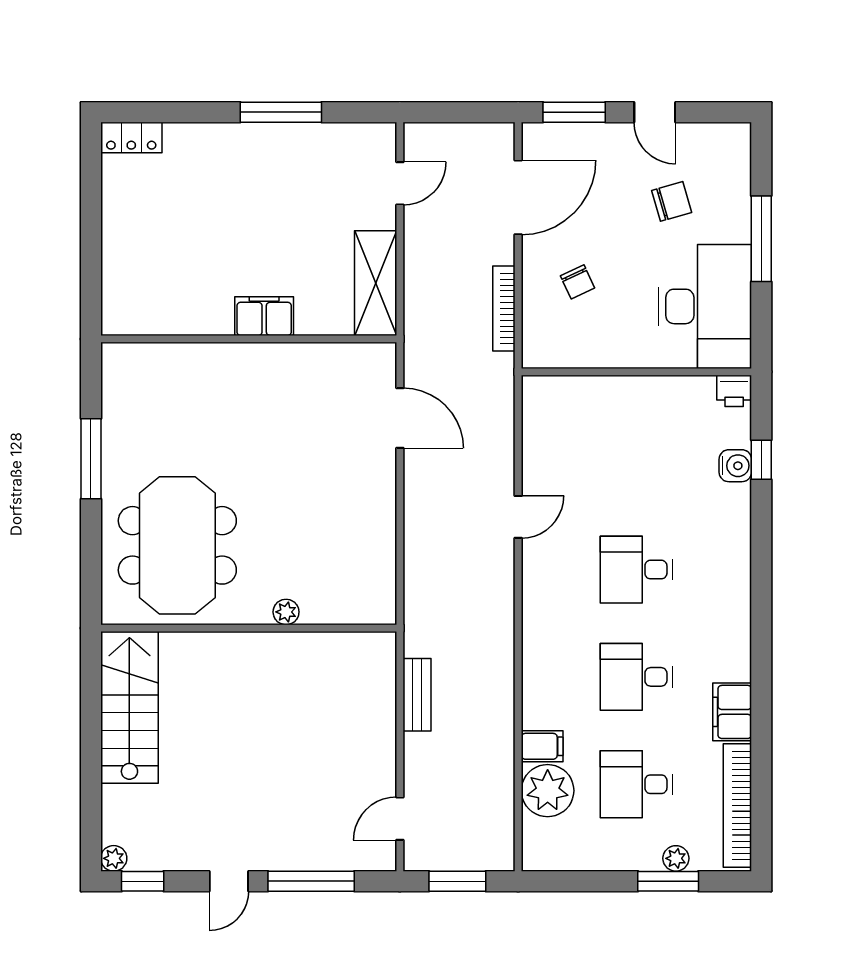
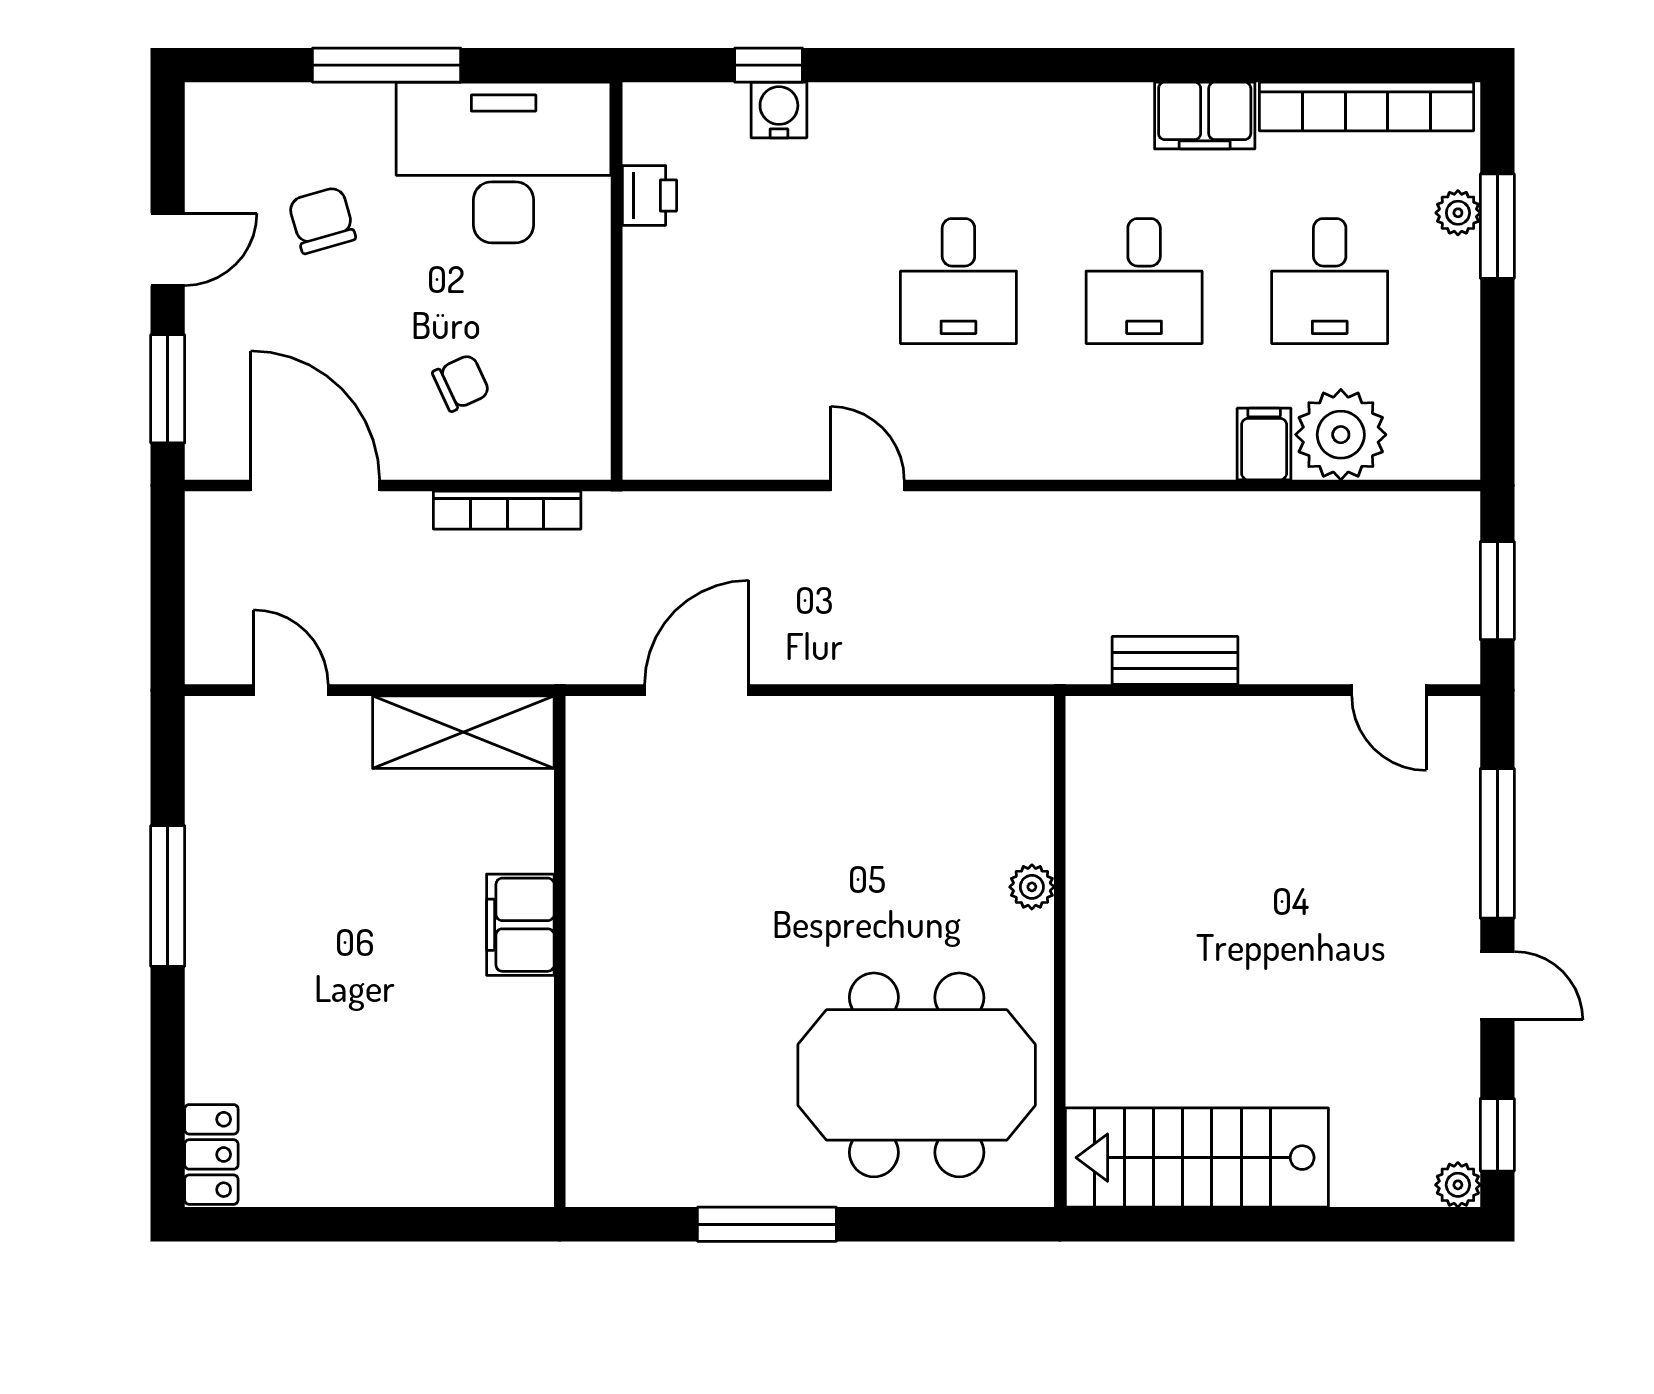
printer: (734, 391) -> (649, 195), moved

